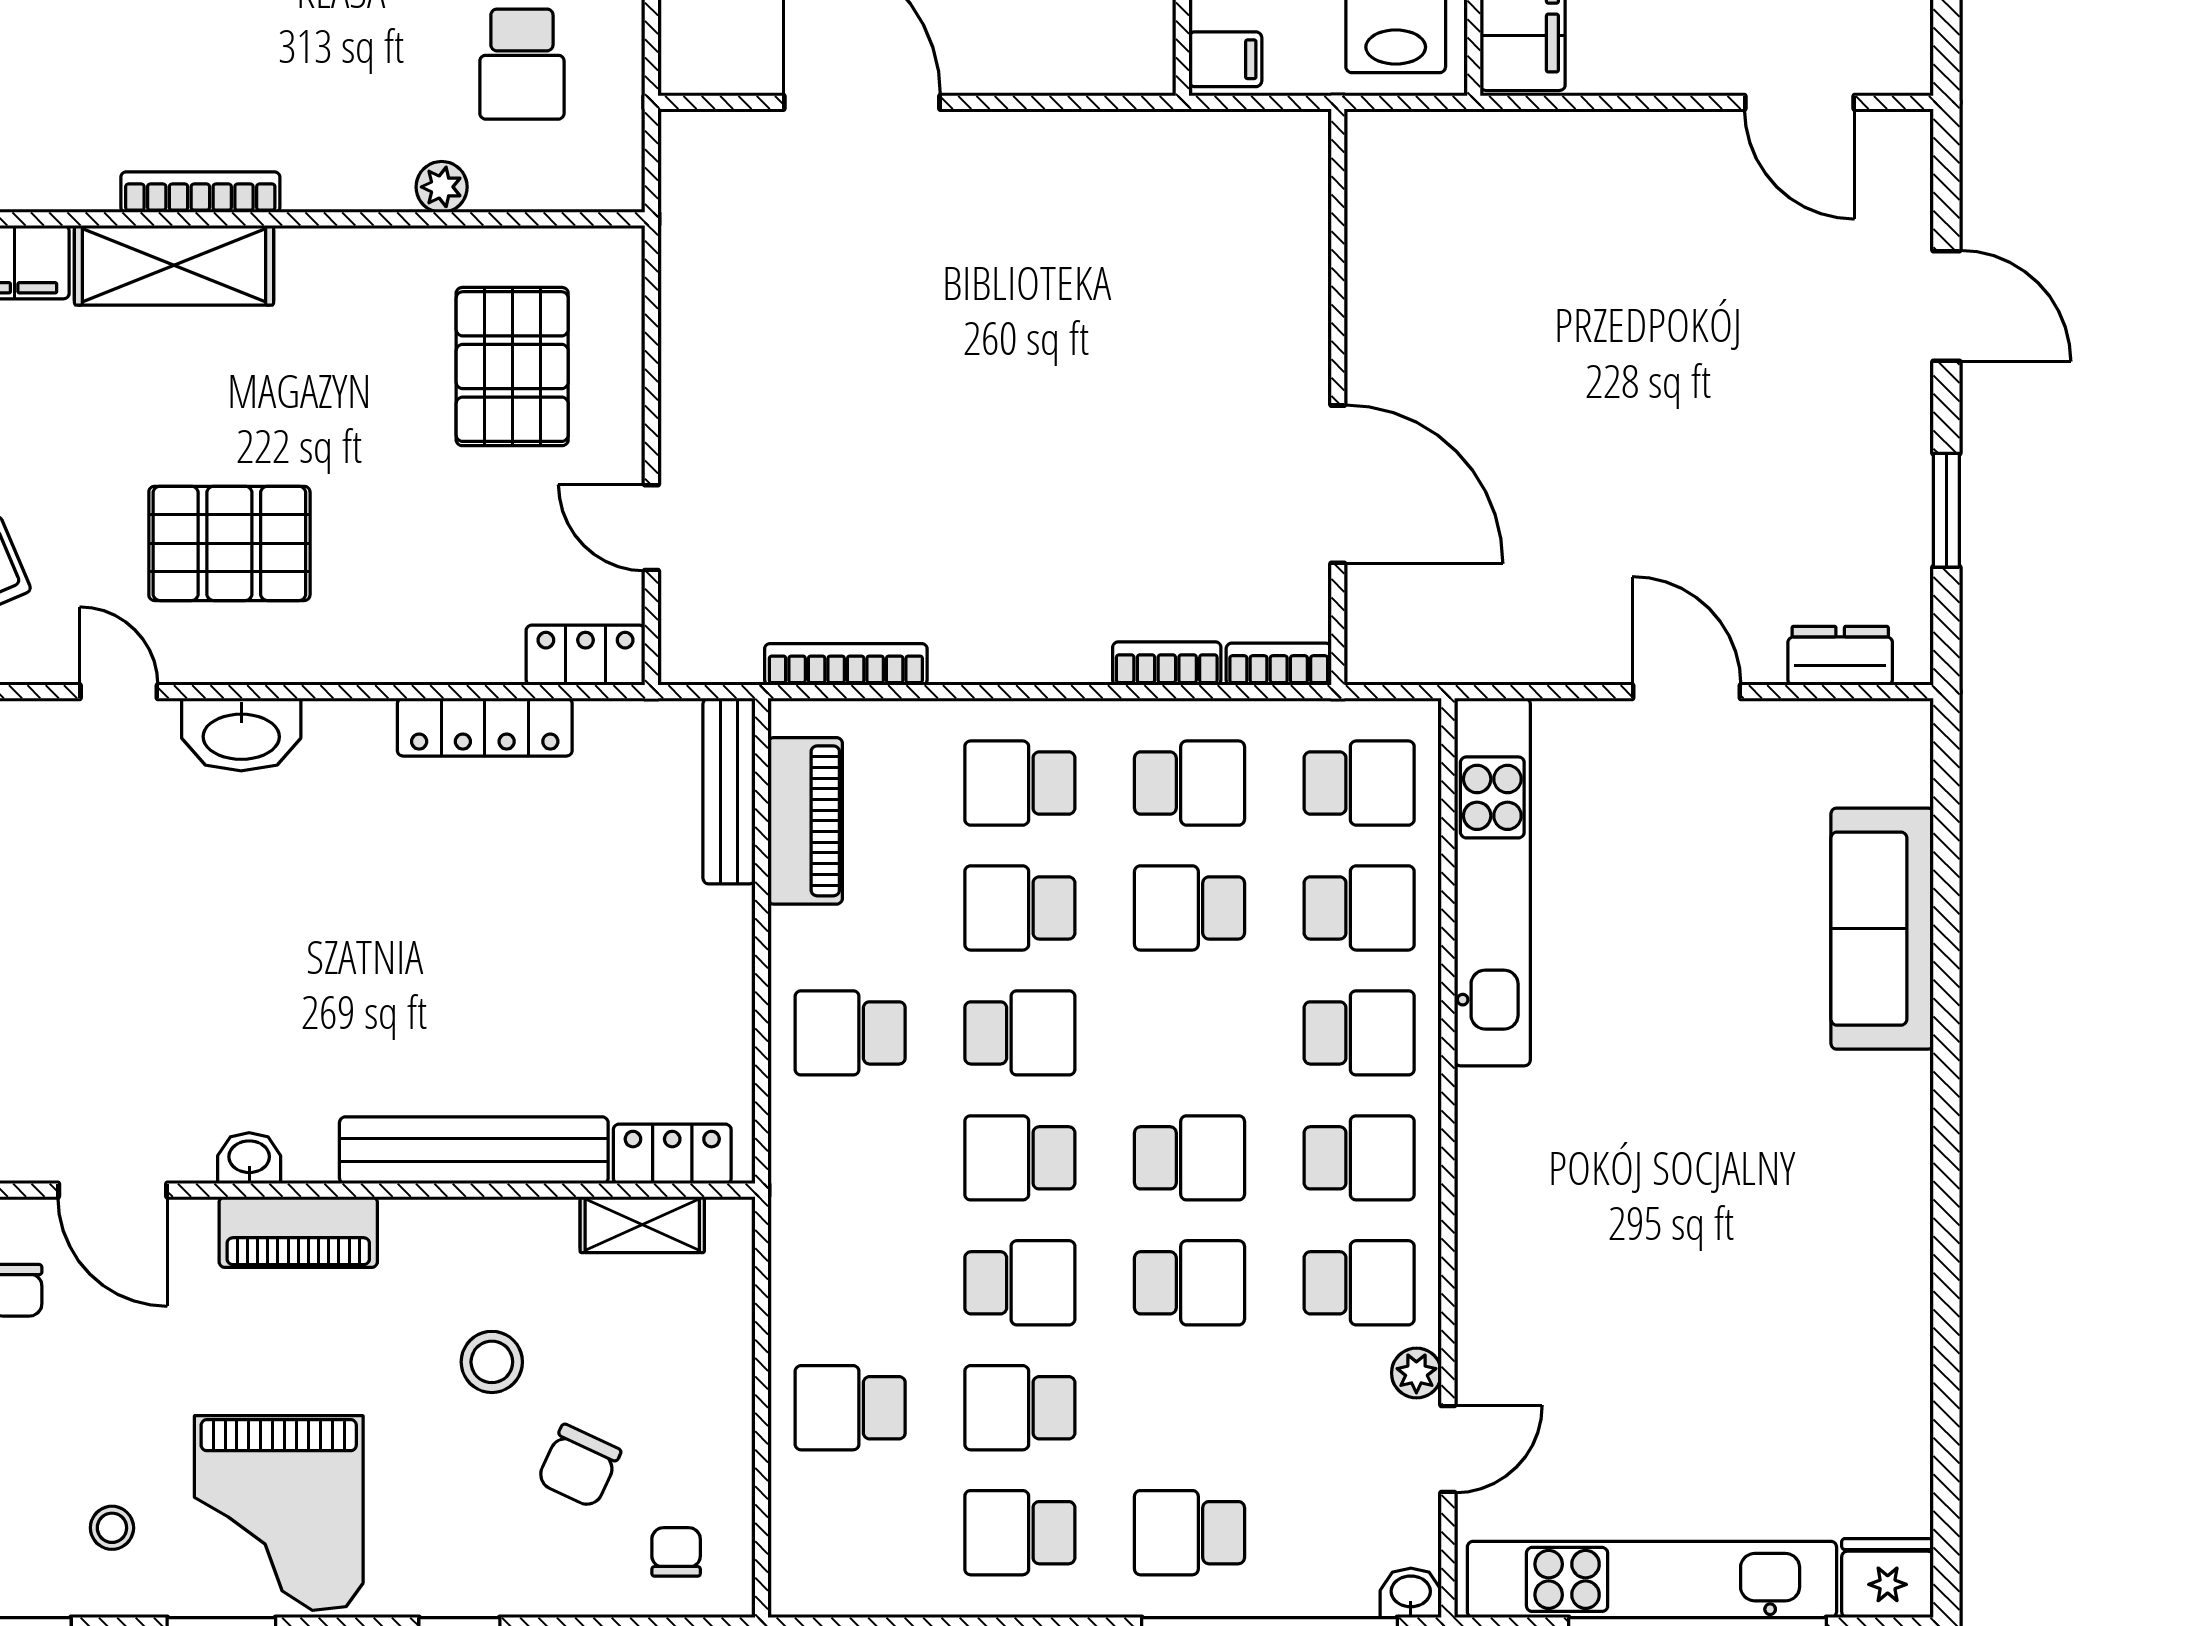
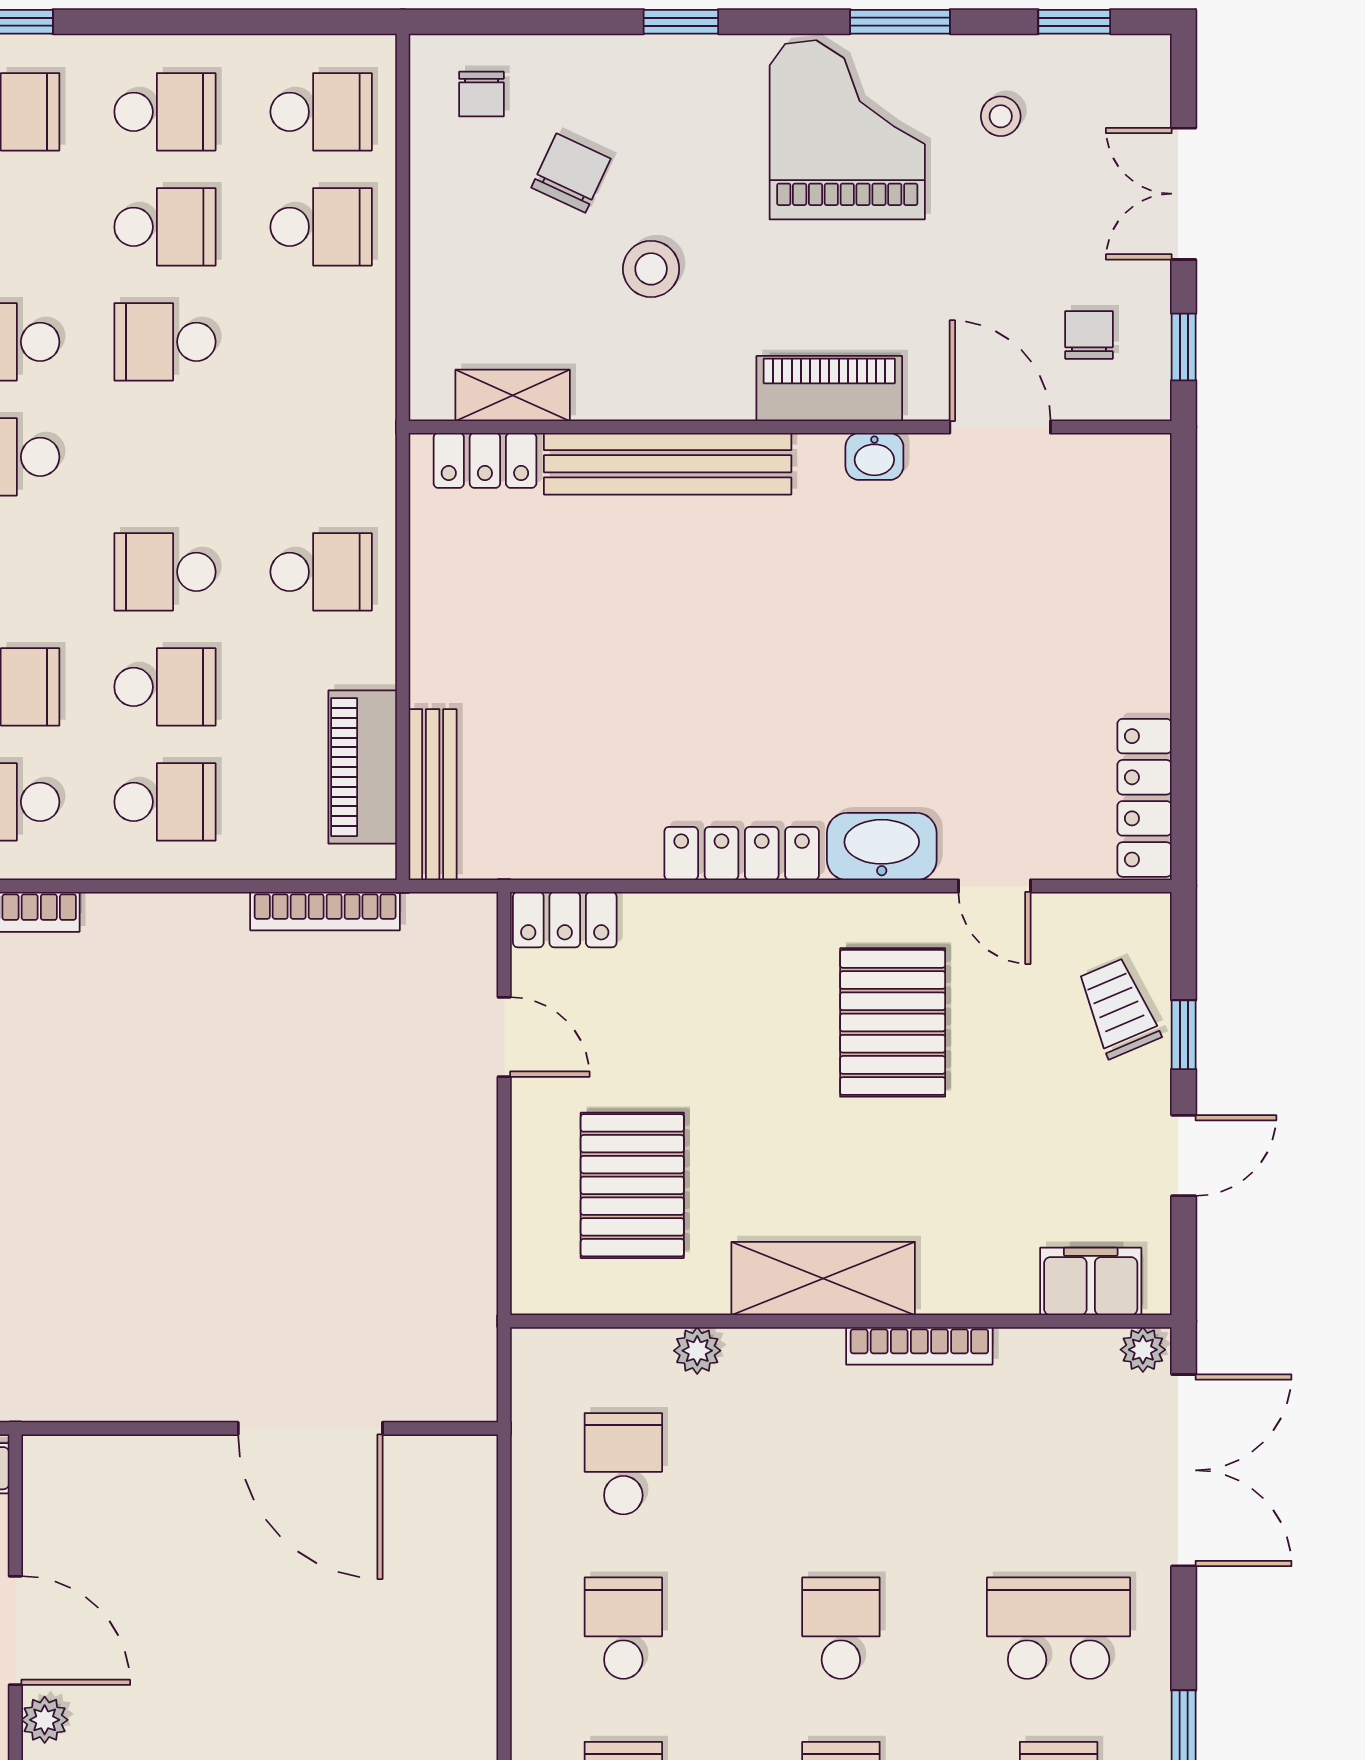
shelving: (174, 265) -> (823, 1279), moved
pallet: (229, 543) -> (893, 1022), turned 90
locker: (485, 727) -> (742, 853), moved
school desk: (1020, 1158) -> (321, 112), moved

